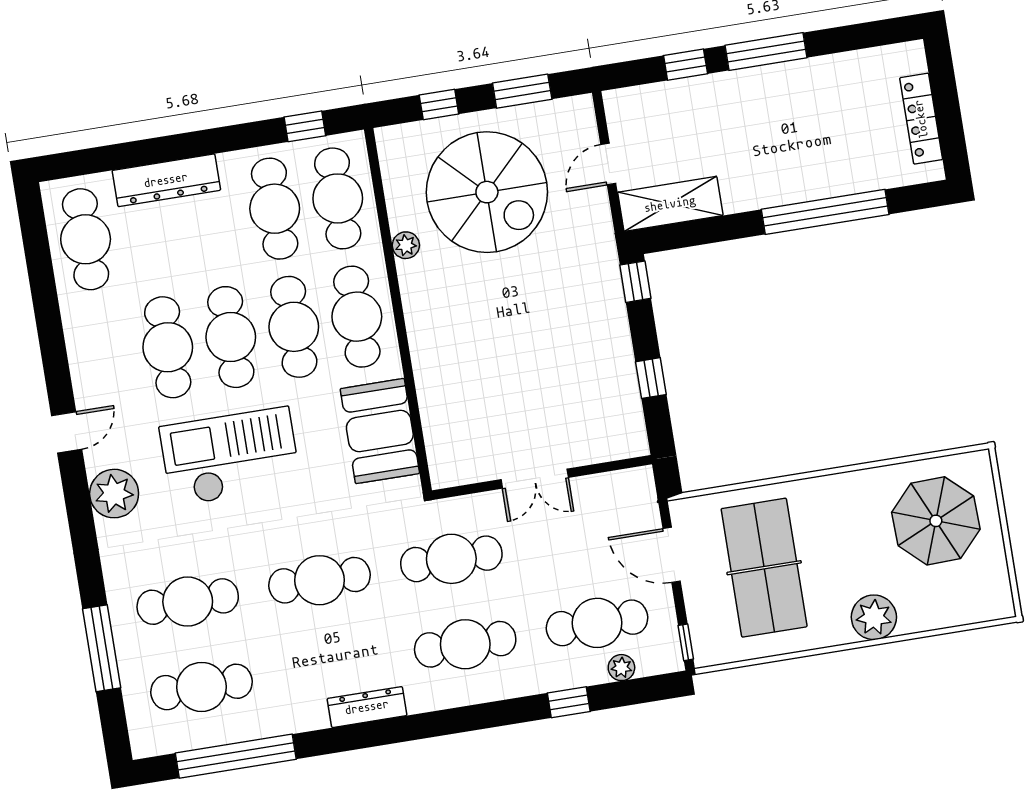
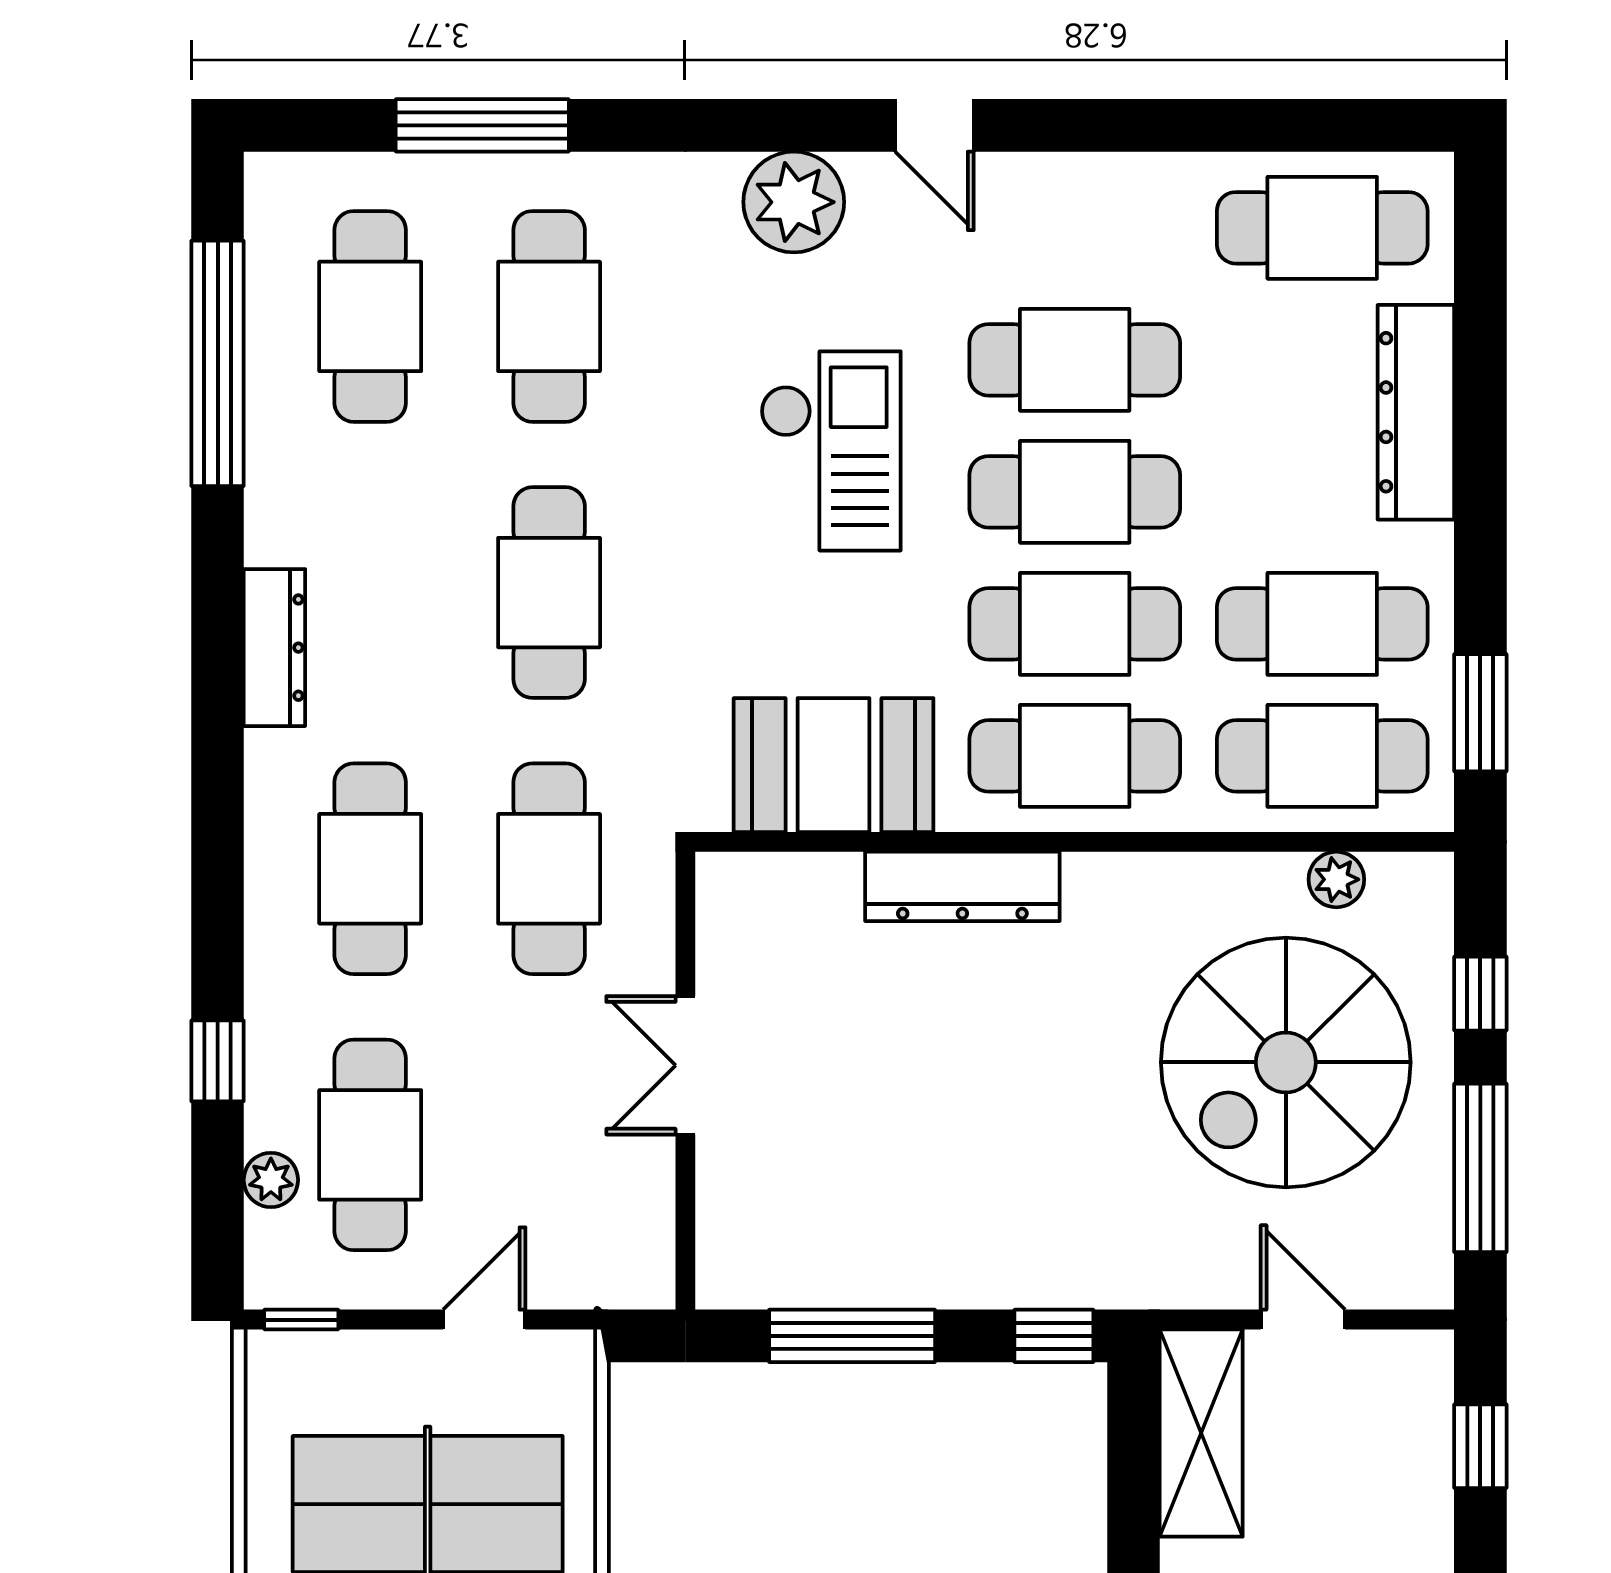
window: (686, 65) -> (1480, 1446), moved
window: (522, 91) -> (1480, 1168), width x1.44
window: (305, 126) -> (1480, 713), width x1.50
plant: (406, 245) -> (1336, 879), moved
dresser: (428, 360) -> (962, 886), added
window: (651, 378) -> (852, 1336), width x2.17
checkout: (230, 457) -> (831, 451), width x0.73, depth x0.83
door: (672, 555) -> (484, 1320), width x0.73

